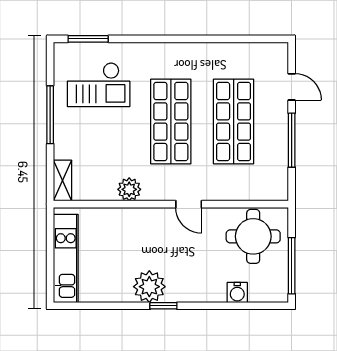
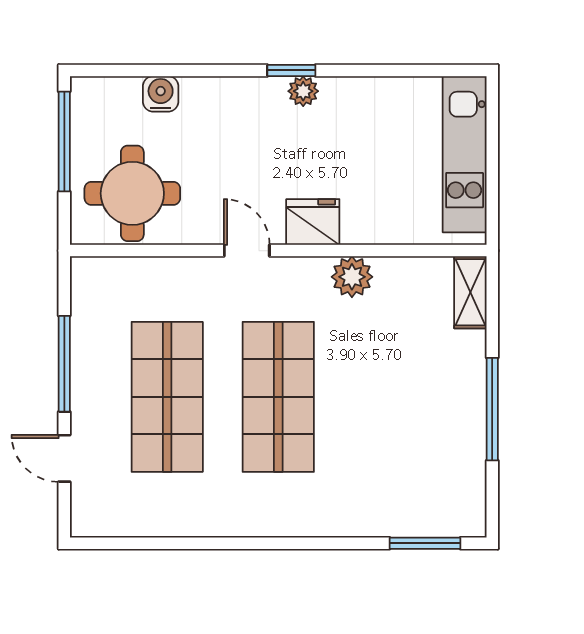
checkout: (99, 85) -> (406, 462), removed
fridge: (151, 220) -> (313, 222), added
plant: (149, 287) -> (303, 91), width x0.53, depth x0.53

